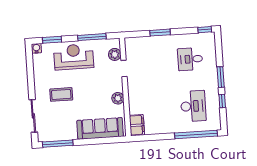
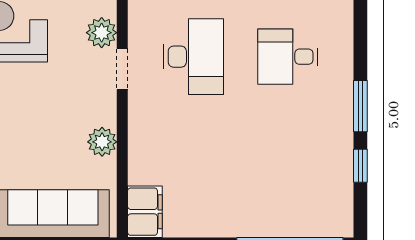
desk: (193, 106) -> (193, 57), moved

